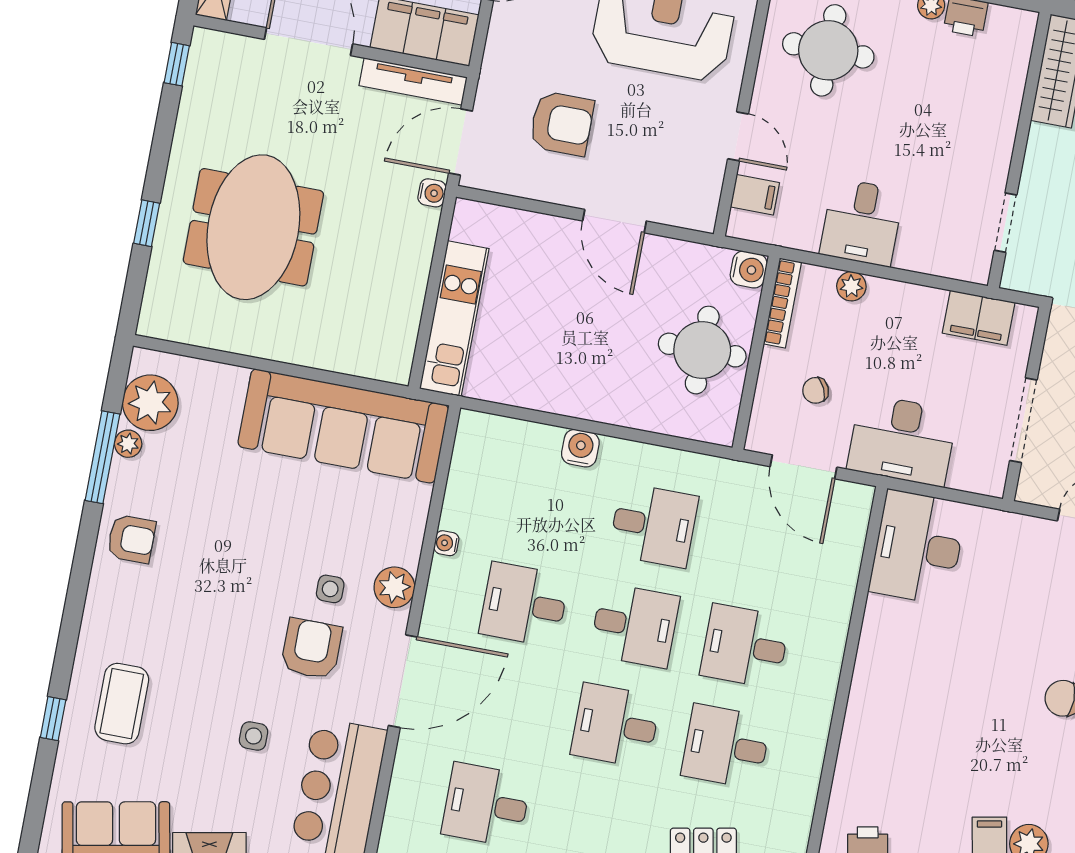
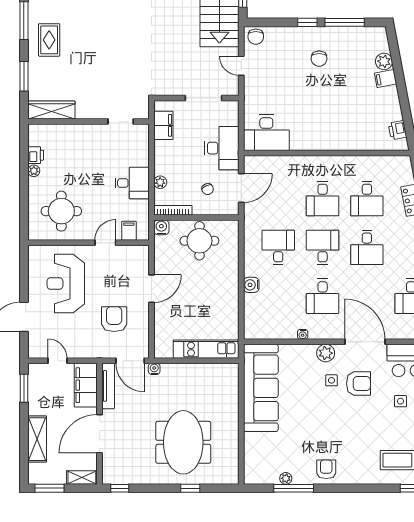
meeting table: (253, 227) -> (183, 442), turned 90
plant: (150, 403) -> (267, 472), removed
armchair: (311, 649) -> (359, 384), turned 180

